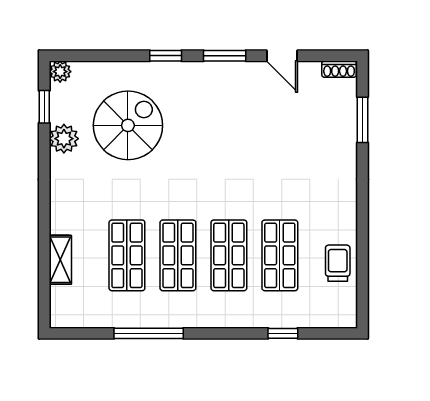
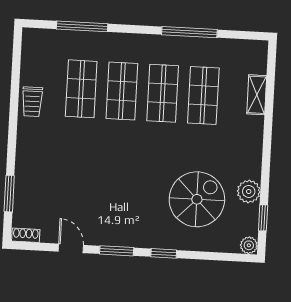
spiral stairs: (128, 125) -> (197, 199), turned 180
trolley: (338, 263) -> (32, 102), moved
window: (283, 333) -> (82, 26), width x2.17

